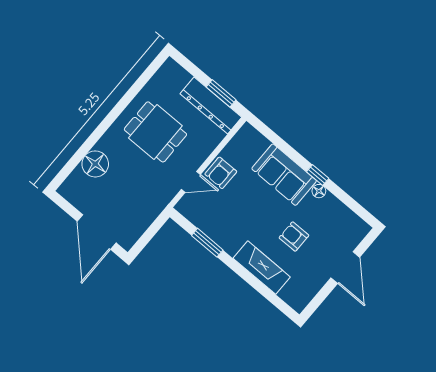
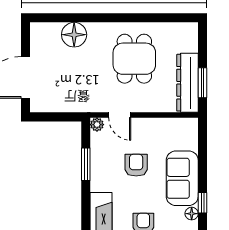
armchair: (221, 173) -> (136, 165), moved, turned 90
plant: (183, 207) -> (97, 125), added

